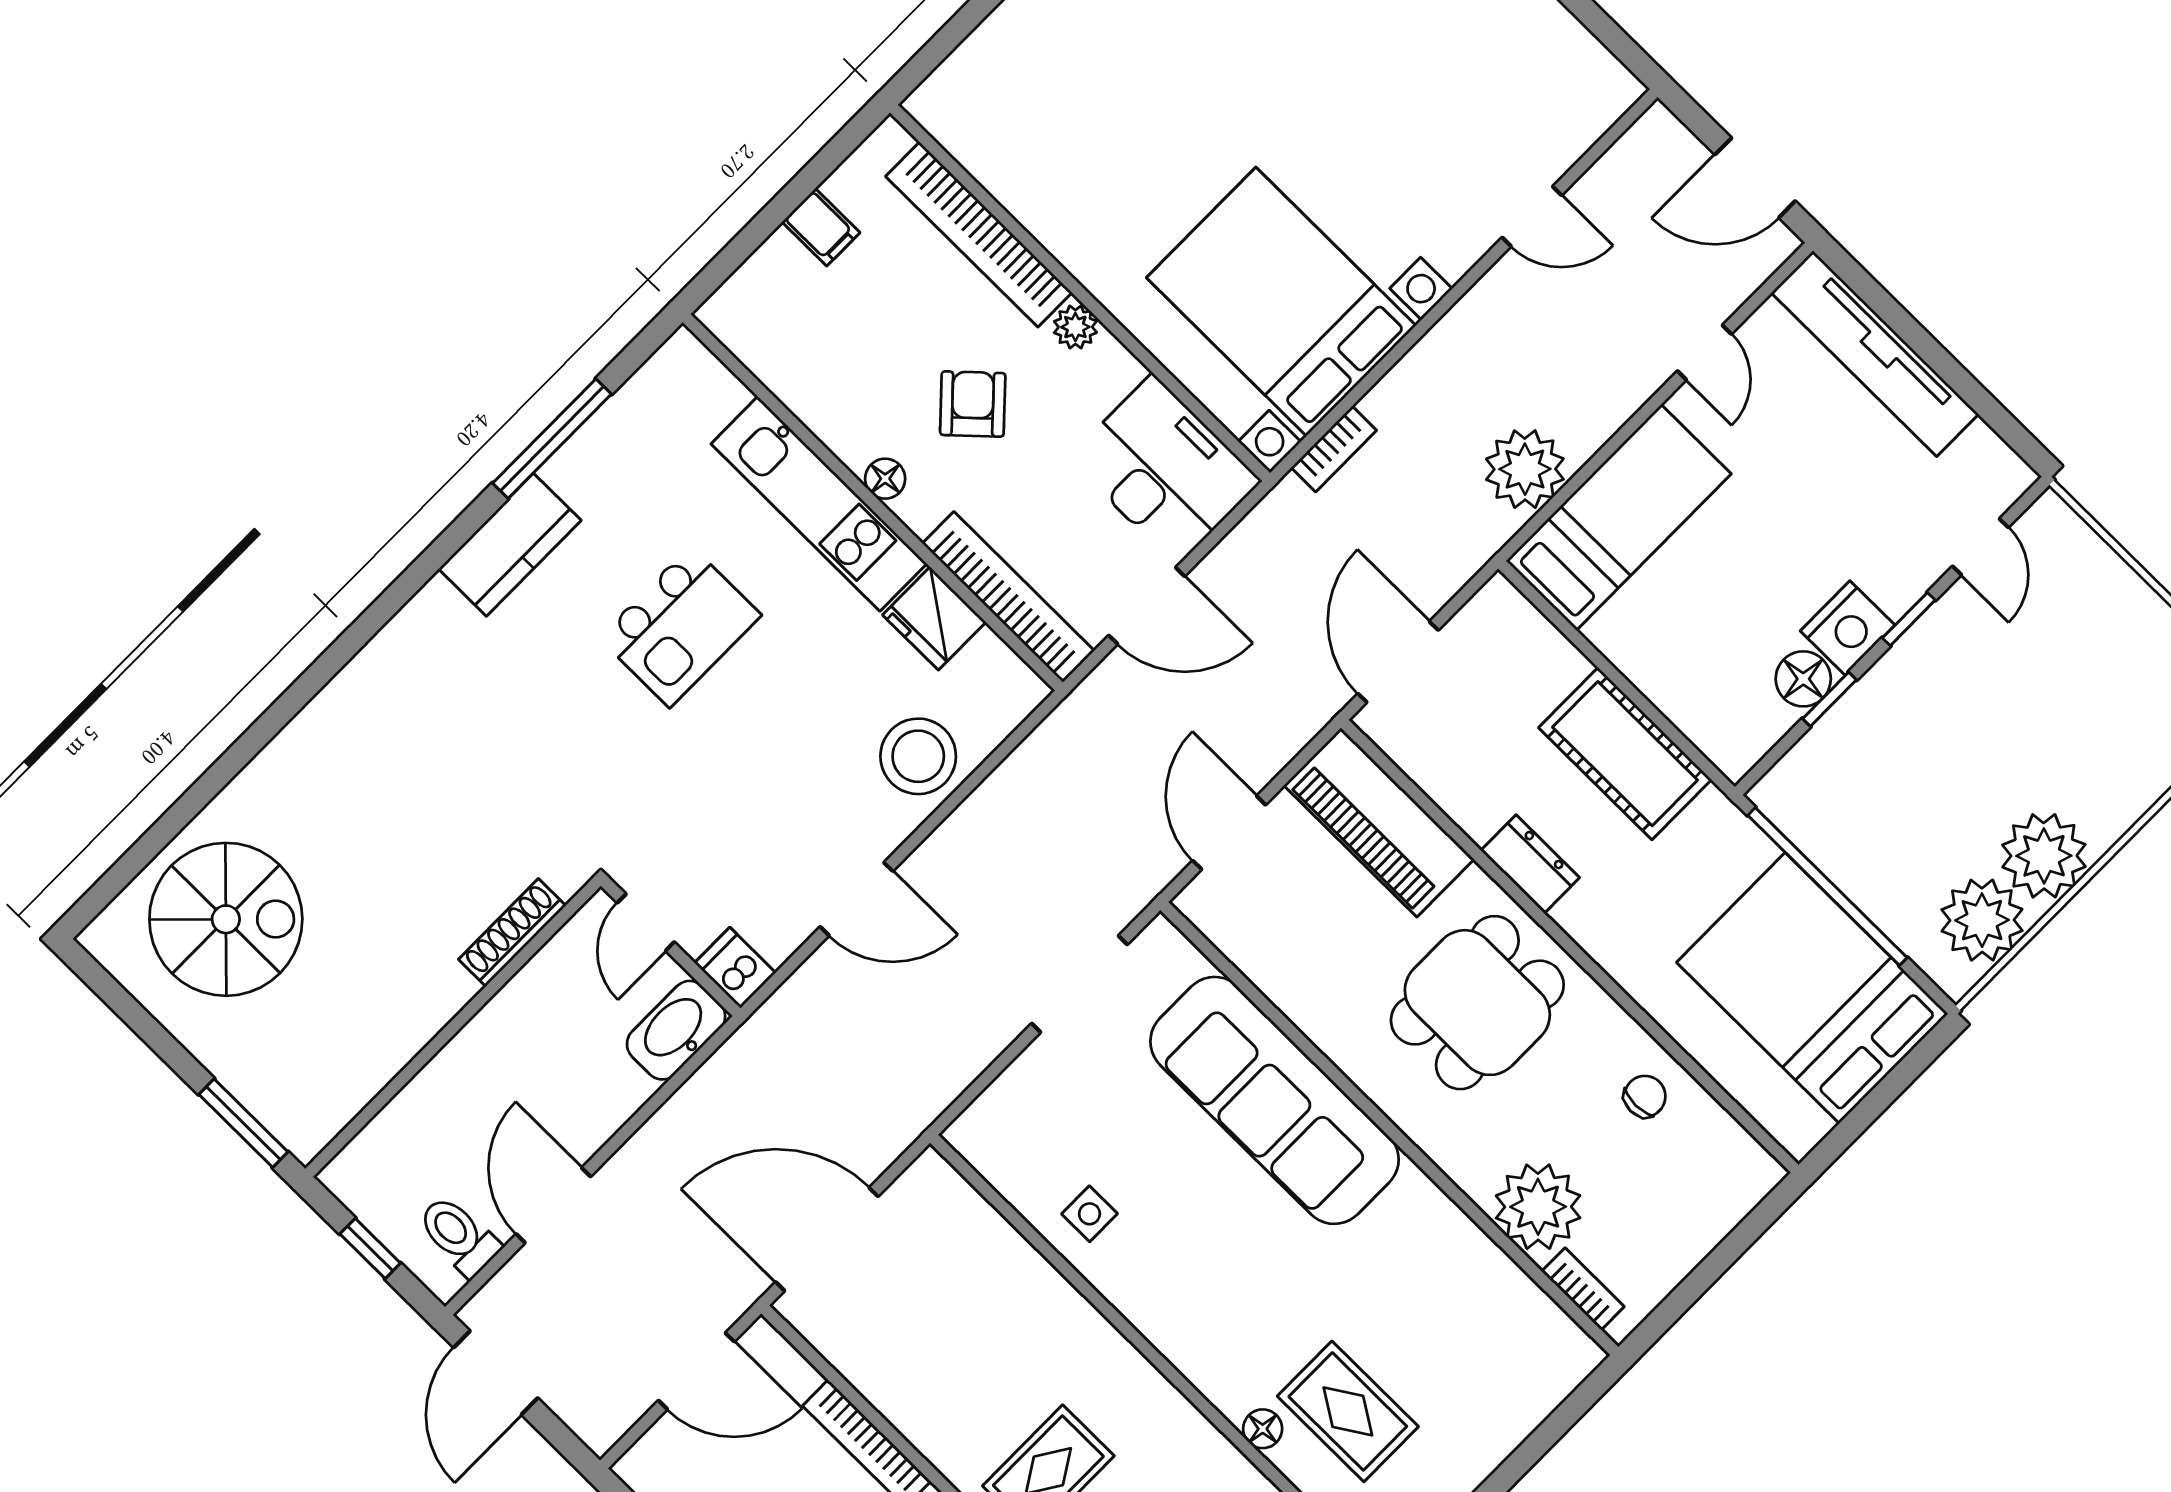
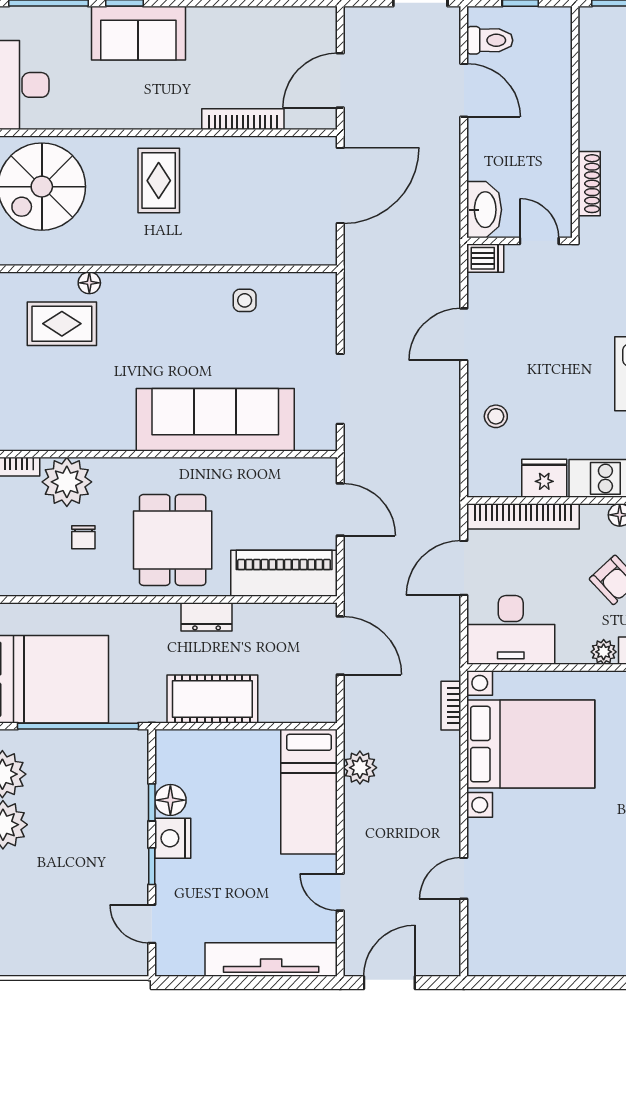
plant: (1525, 469) -> (360, 768), width x0.73, depth x0.73
stool: (918, 756) -> (496, 416), width x0.53, depth x0.53
chair: (1645, 1096) -> (83, 537), moved

